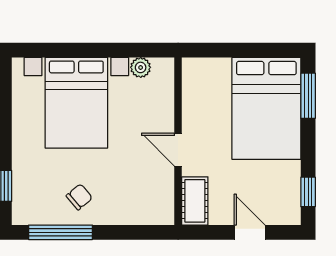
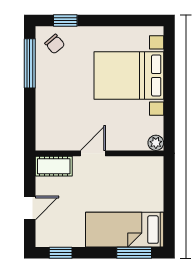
plant: (141, 67) -> (156, 143), moved
bed: (266, 108) -> (125, 230), width x0.67
chair: (79, 197) -> (55, 44), moved

